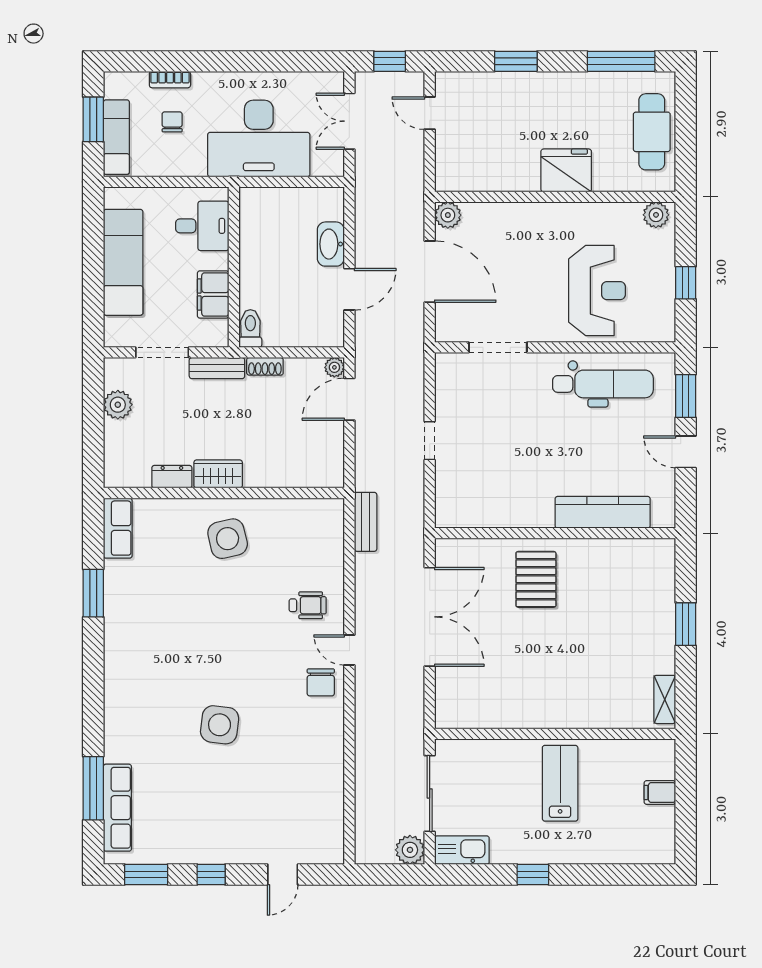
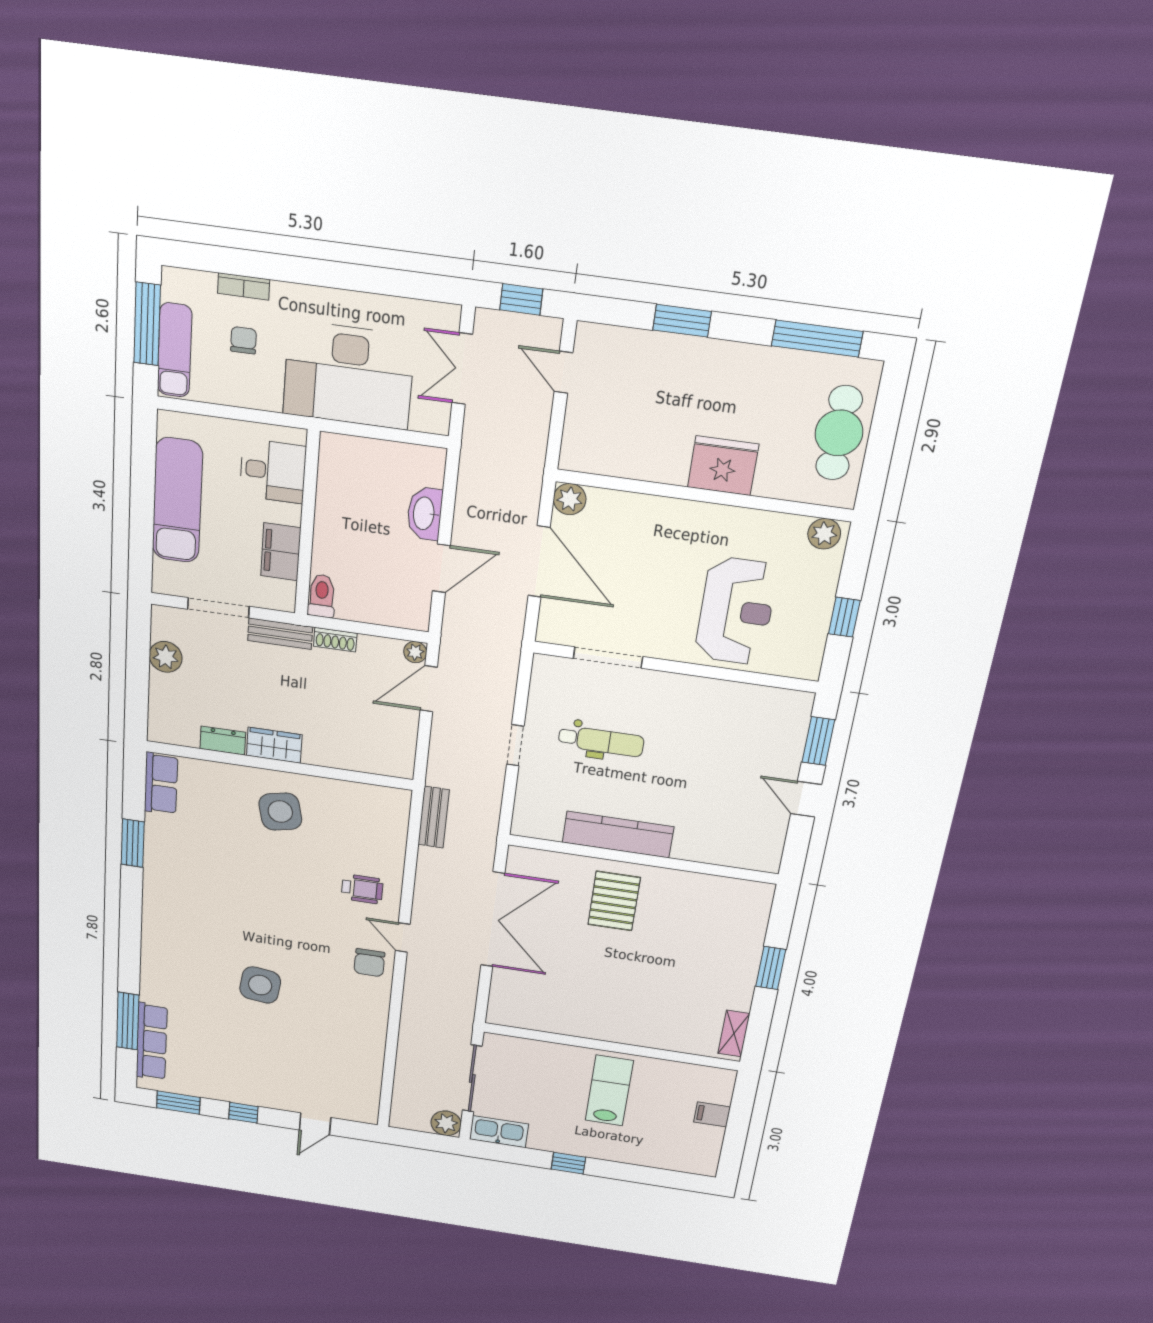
window: (93, 119) -> (147, 324), width x1.44
dental chair: (603, 384) -> (601, 741), moved, width x0.73, depth x0.72
kitchen counter: (603, 512) -> (618, 835), moved

